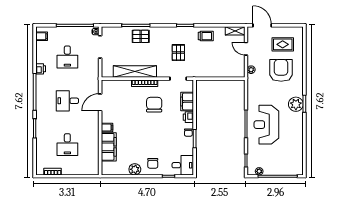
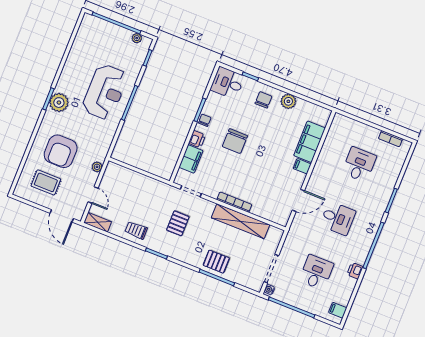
chair: (154, 105) -> (235, 141), moved

